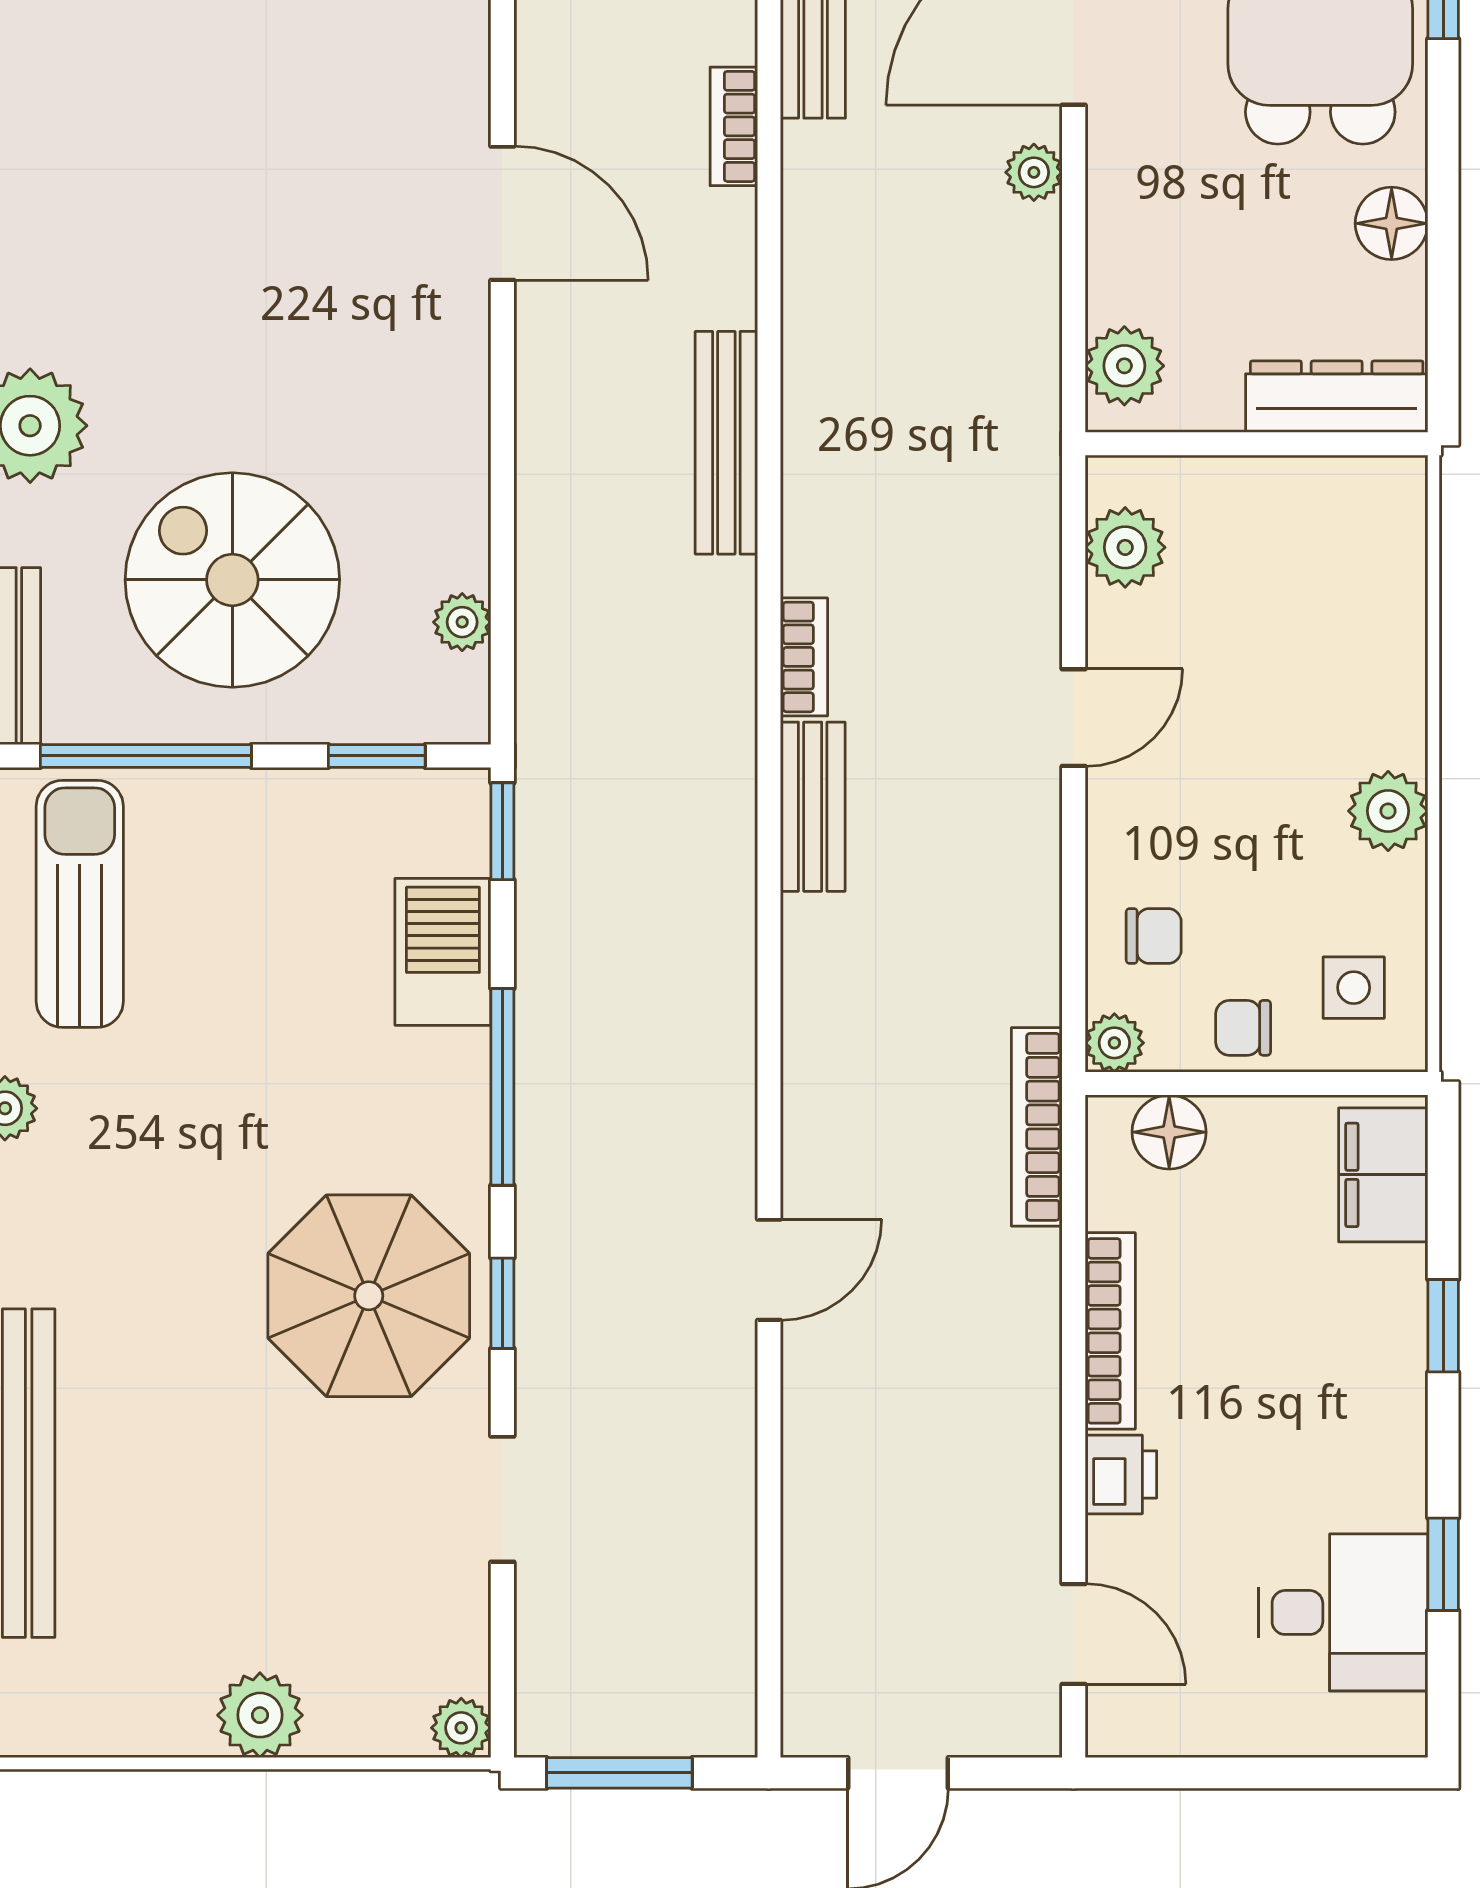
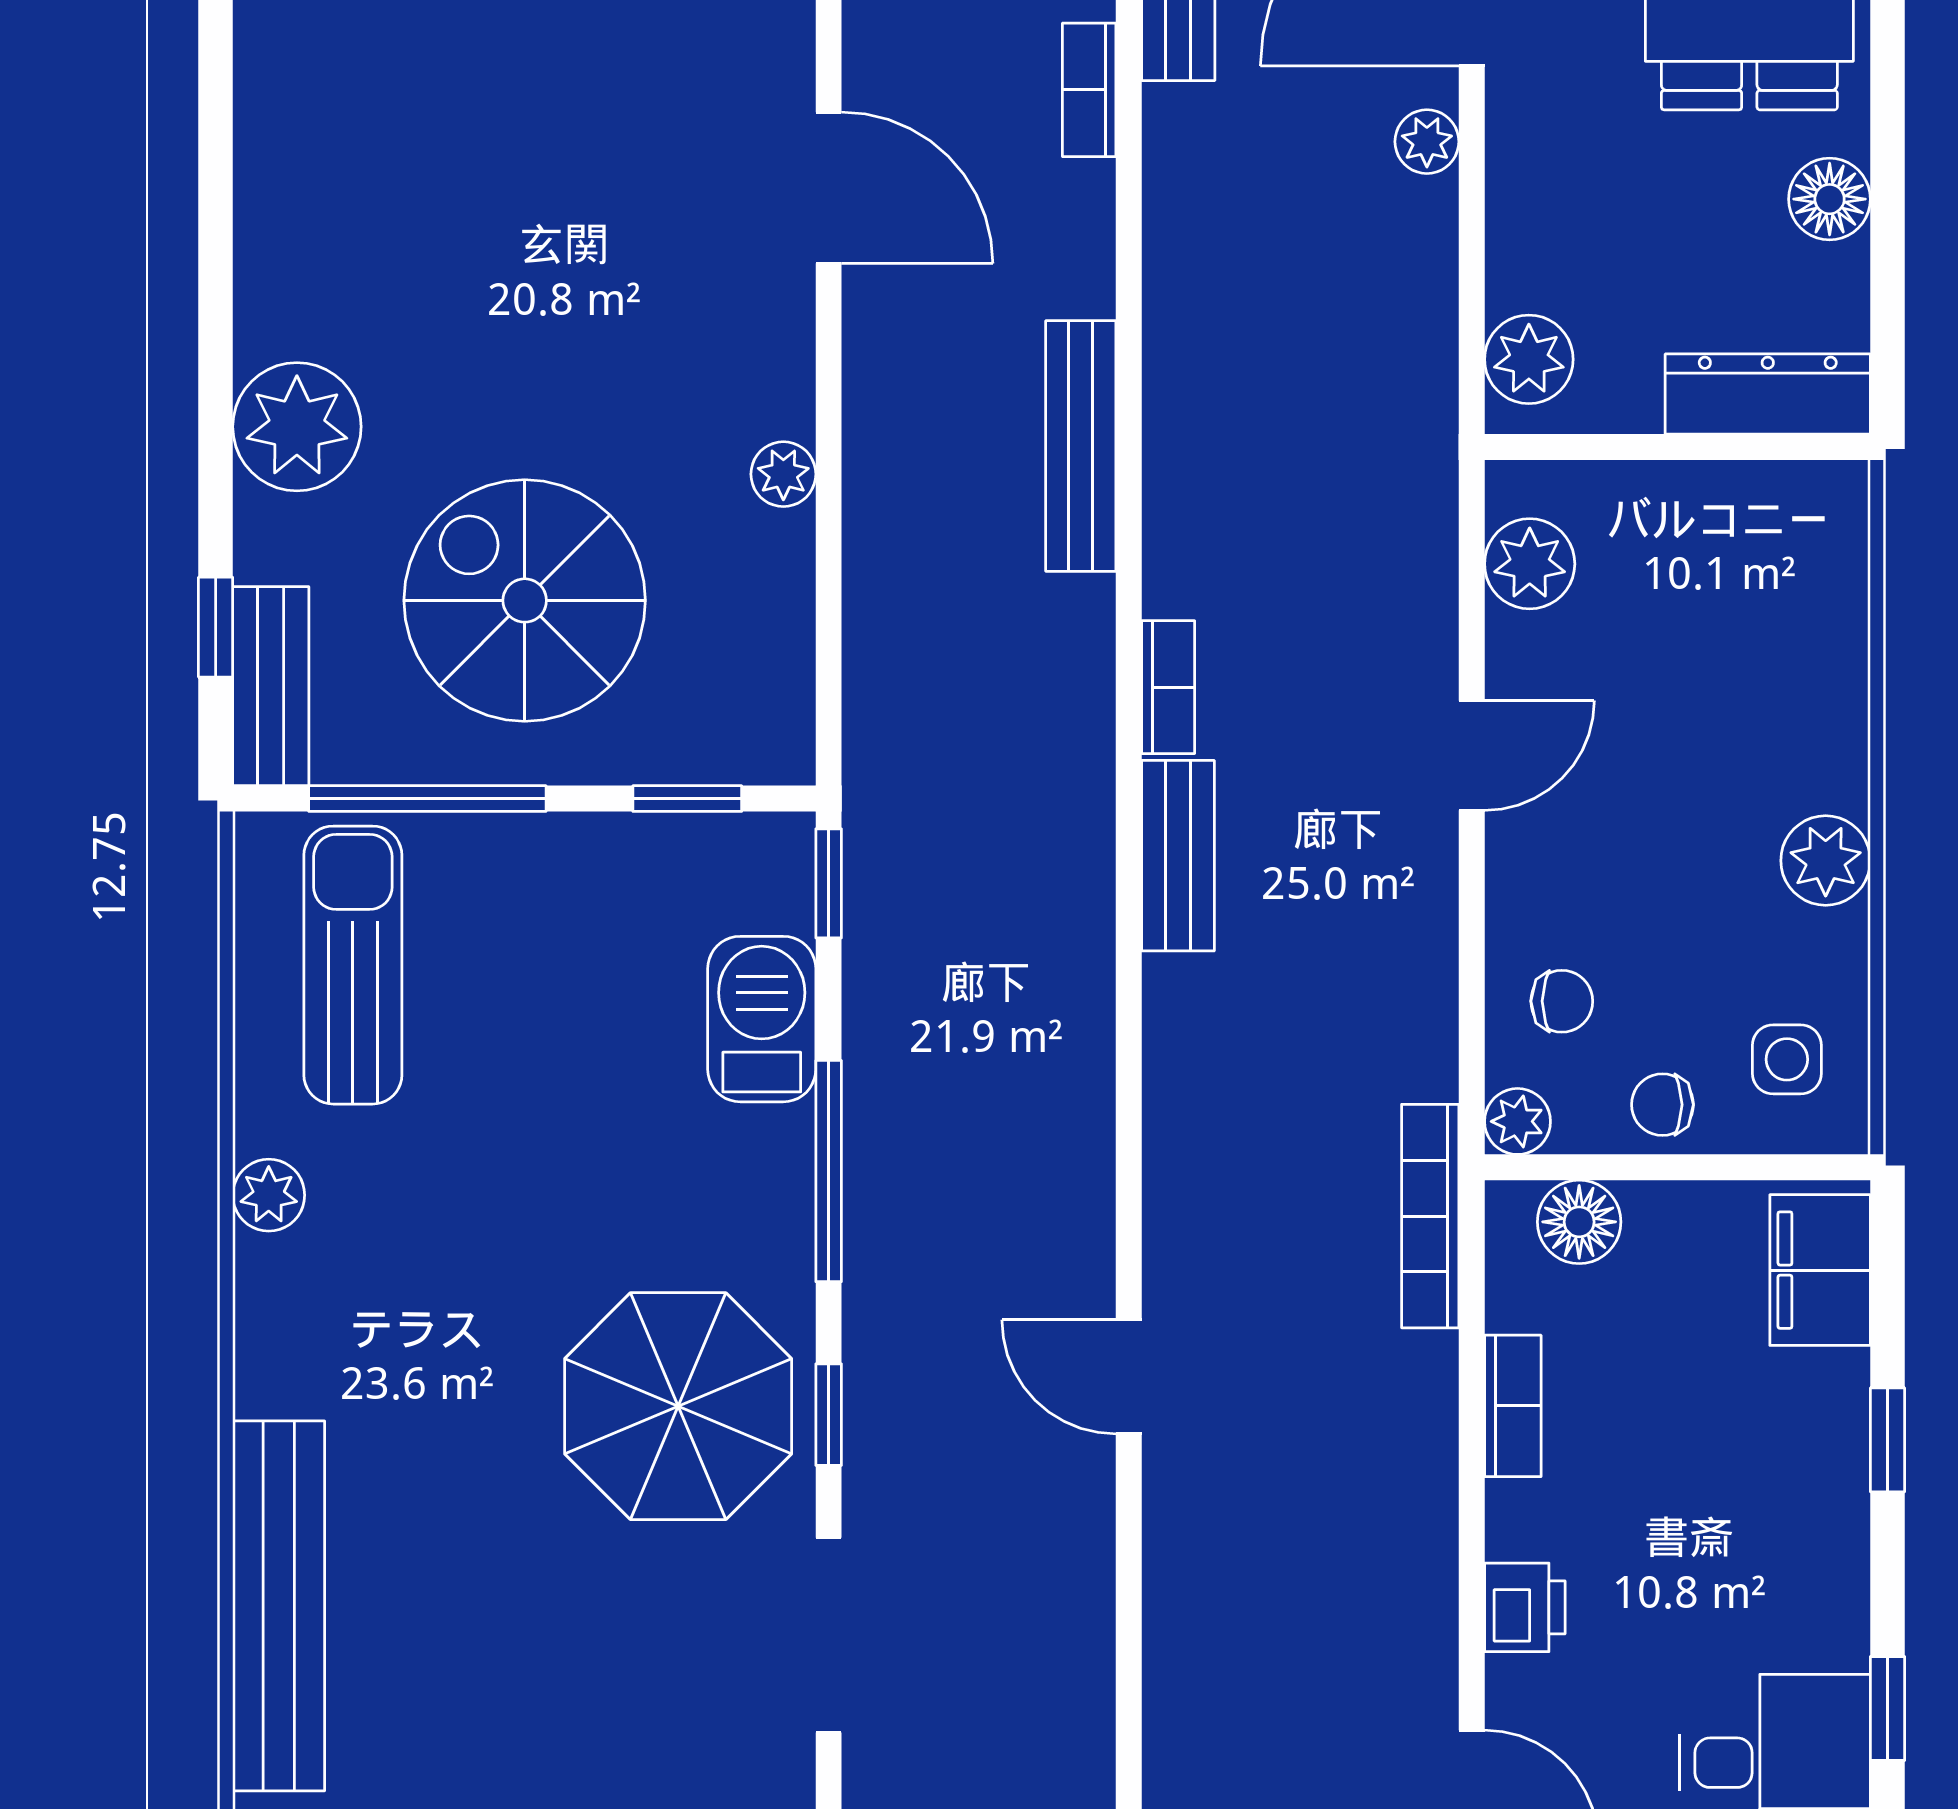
plant: (462, 622) -> (783, 474), moved
door: (769, 1270) -> (1129, 1377), swing flipped
bookcase: (1110, 1331) -> (1513, 1406), width x0.64
doorway: (502, 1499) -> (829, 1635), width x1.38

